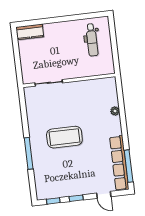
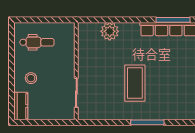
stool: (57, 38) -> (31, 78), added
plant: (115, 111) -> (110, 31), width x1.87, depth x1.87

